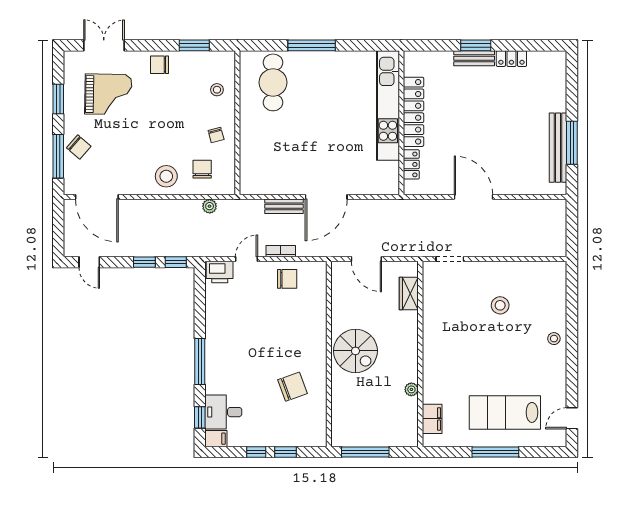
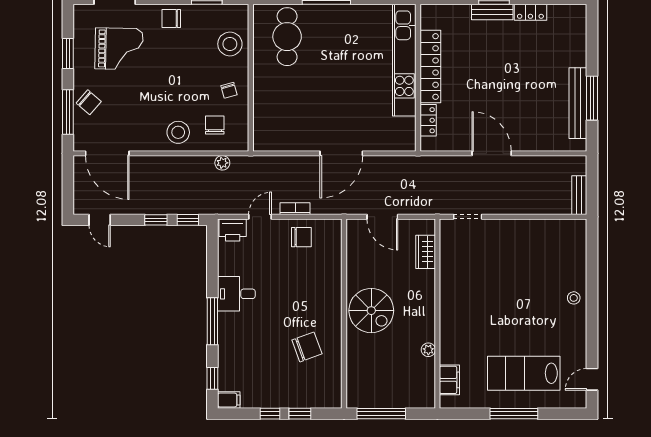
stool: (217, 90) -> (230, 44), width x1.89, depth x1.89
bench: (284, 206) -> (579, 195), moved, turned 90
stool: (500, 305) -> (519, 264), removed
desk: (223, 412) -> (236, 294), moved

